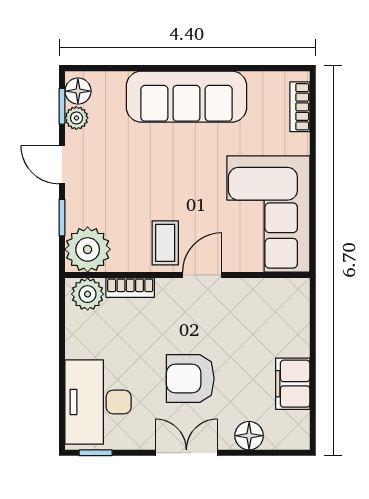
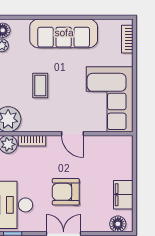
coffee table: (165, 243) -> (40, 85), moved
door: (202, 275) -> (72, 134), swing flipped
floor lamp: (249, 436) -> (118, 224), moved

